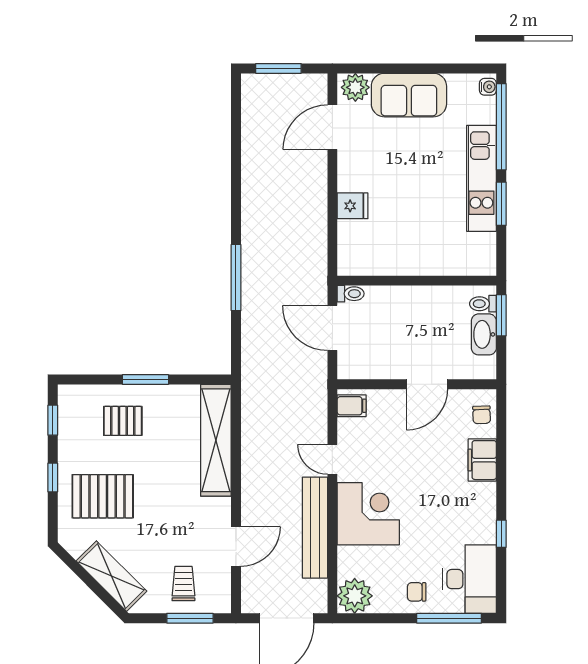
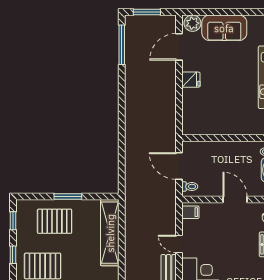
fridge: (353, 206) -> (191, 80), moved
window: (236, 278) -> (122, 45), moved
toilet: (351, 294) -> (190, 186), moved
door: (427, 384) -> (235, 199), swing flipped
pallet: (123, 421) -> (55, 221), width x1.50, depth x1.42

